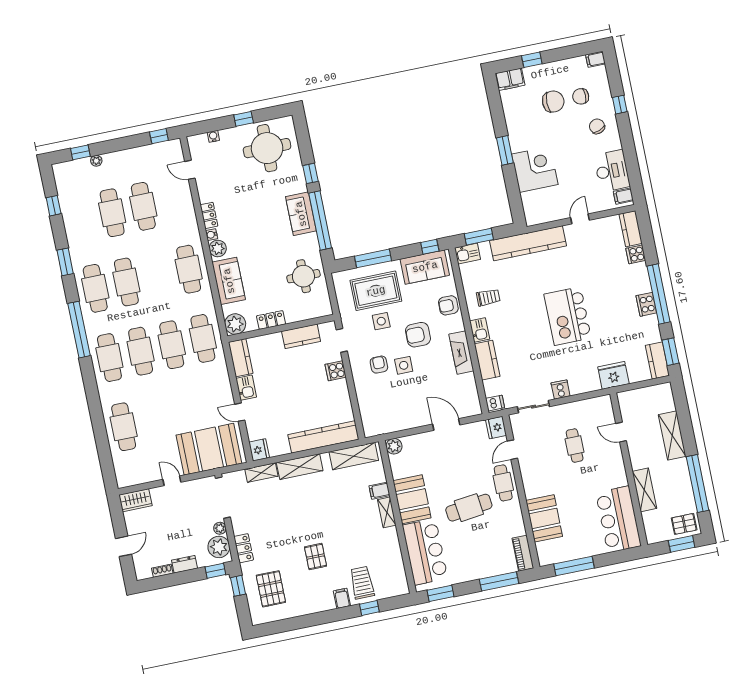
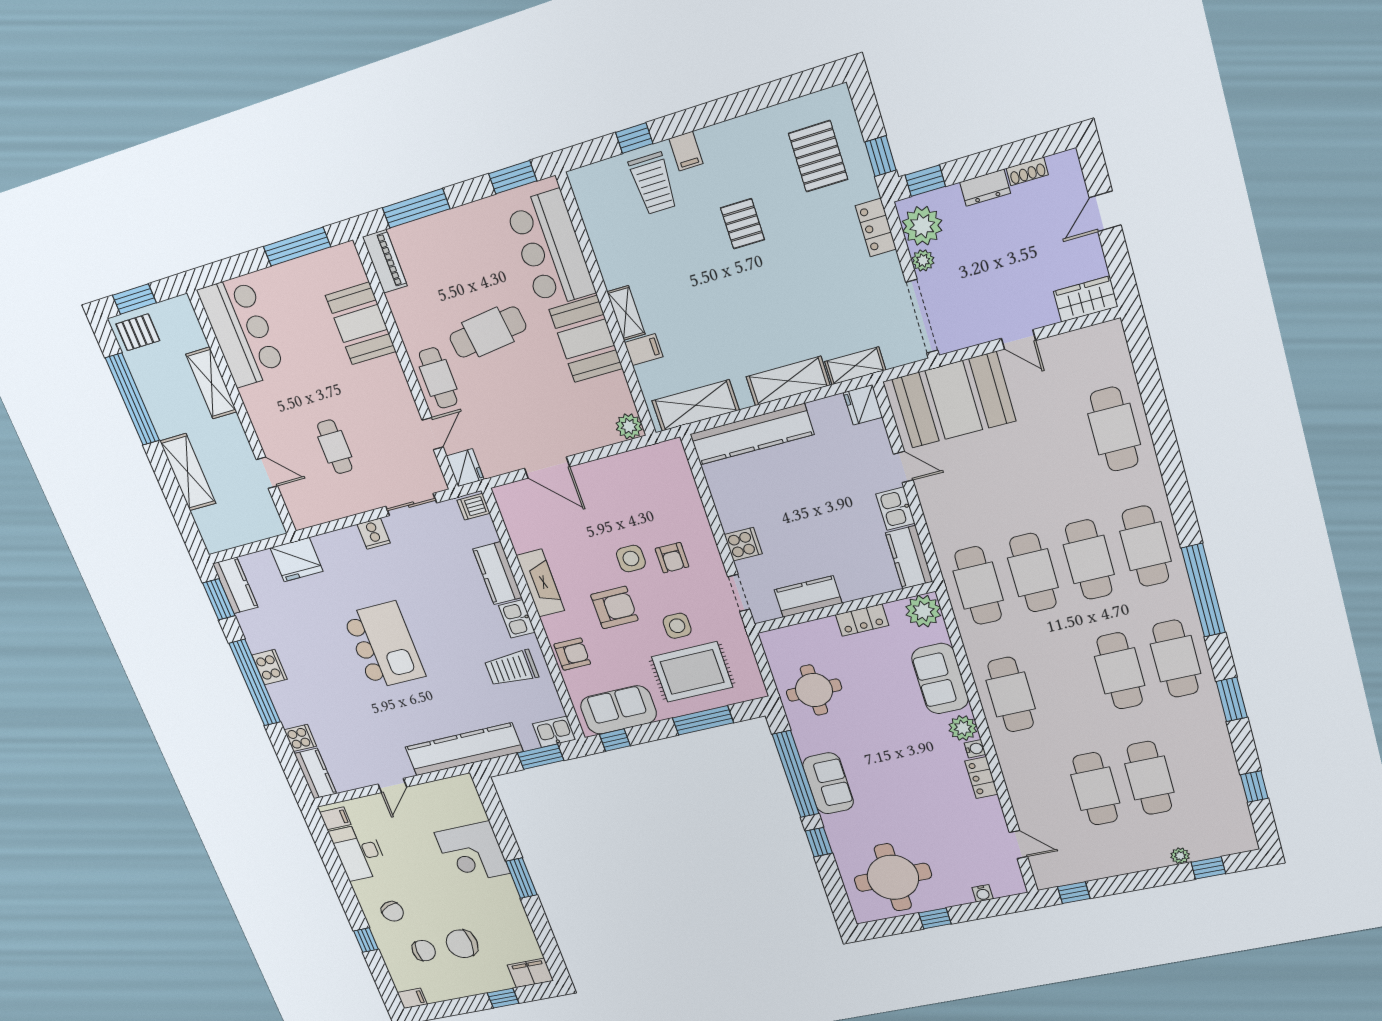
trolley: (488, 297) -> (511, 668), width x1.36, depth x1.39

